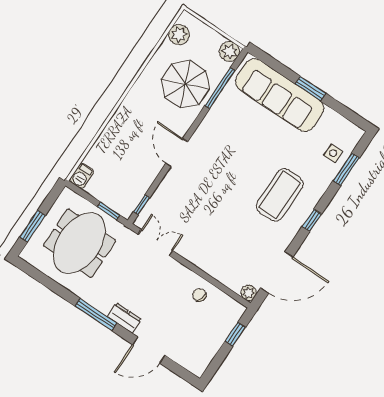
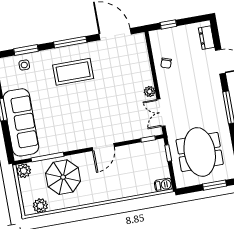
window: (312, 220) -> (70, 42), width x2.17
meeting table: (79, 243) -> (200, 152), turned 90
plant: (249, 293) -> (150, 92), moved
dresser: (125, 318) -> (206, 38), moved

